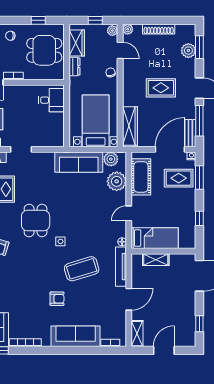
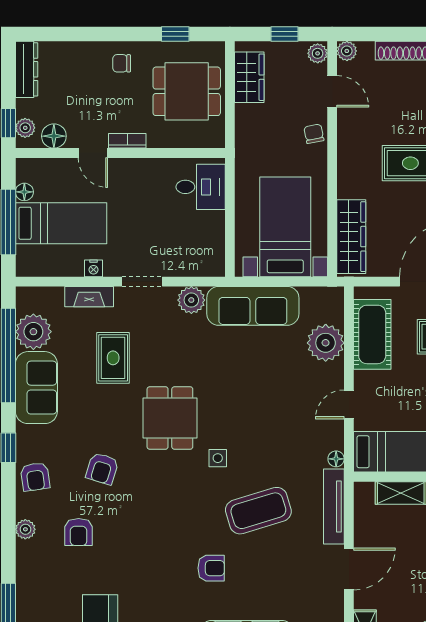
dresser: (74, 67) -> (245, 122), removed
plant: (111, 159) -> (191, 300), moved

